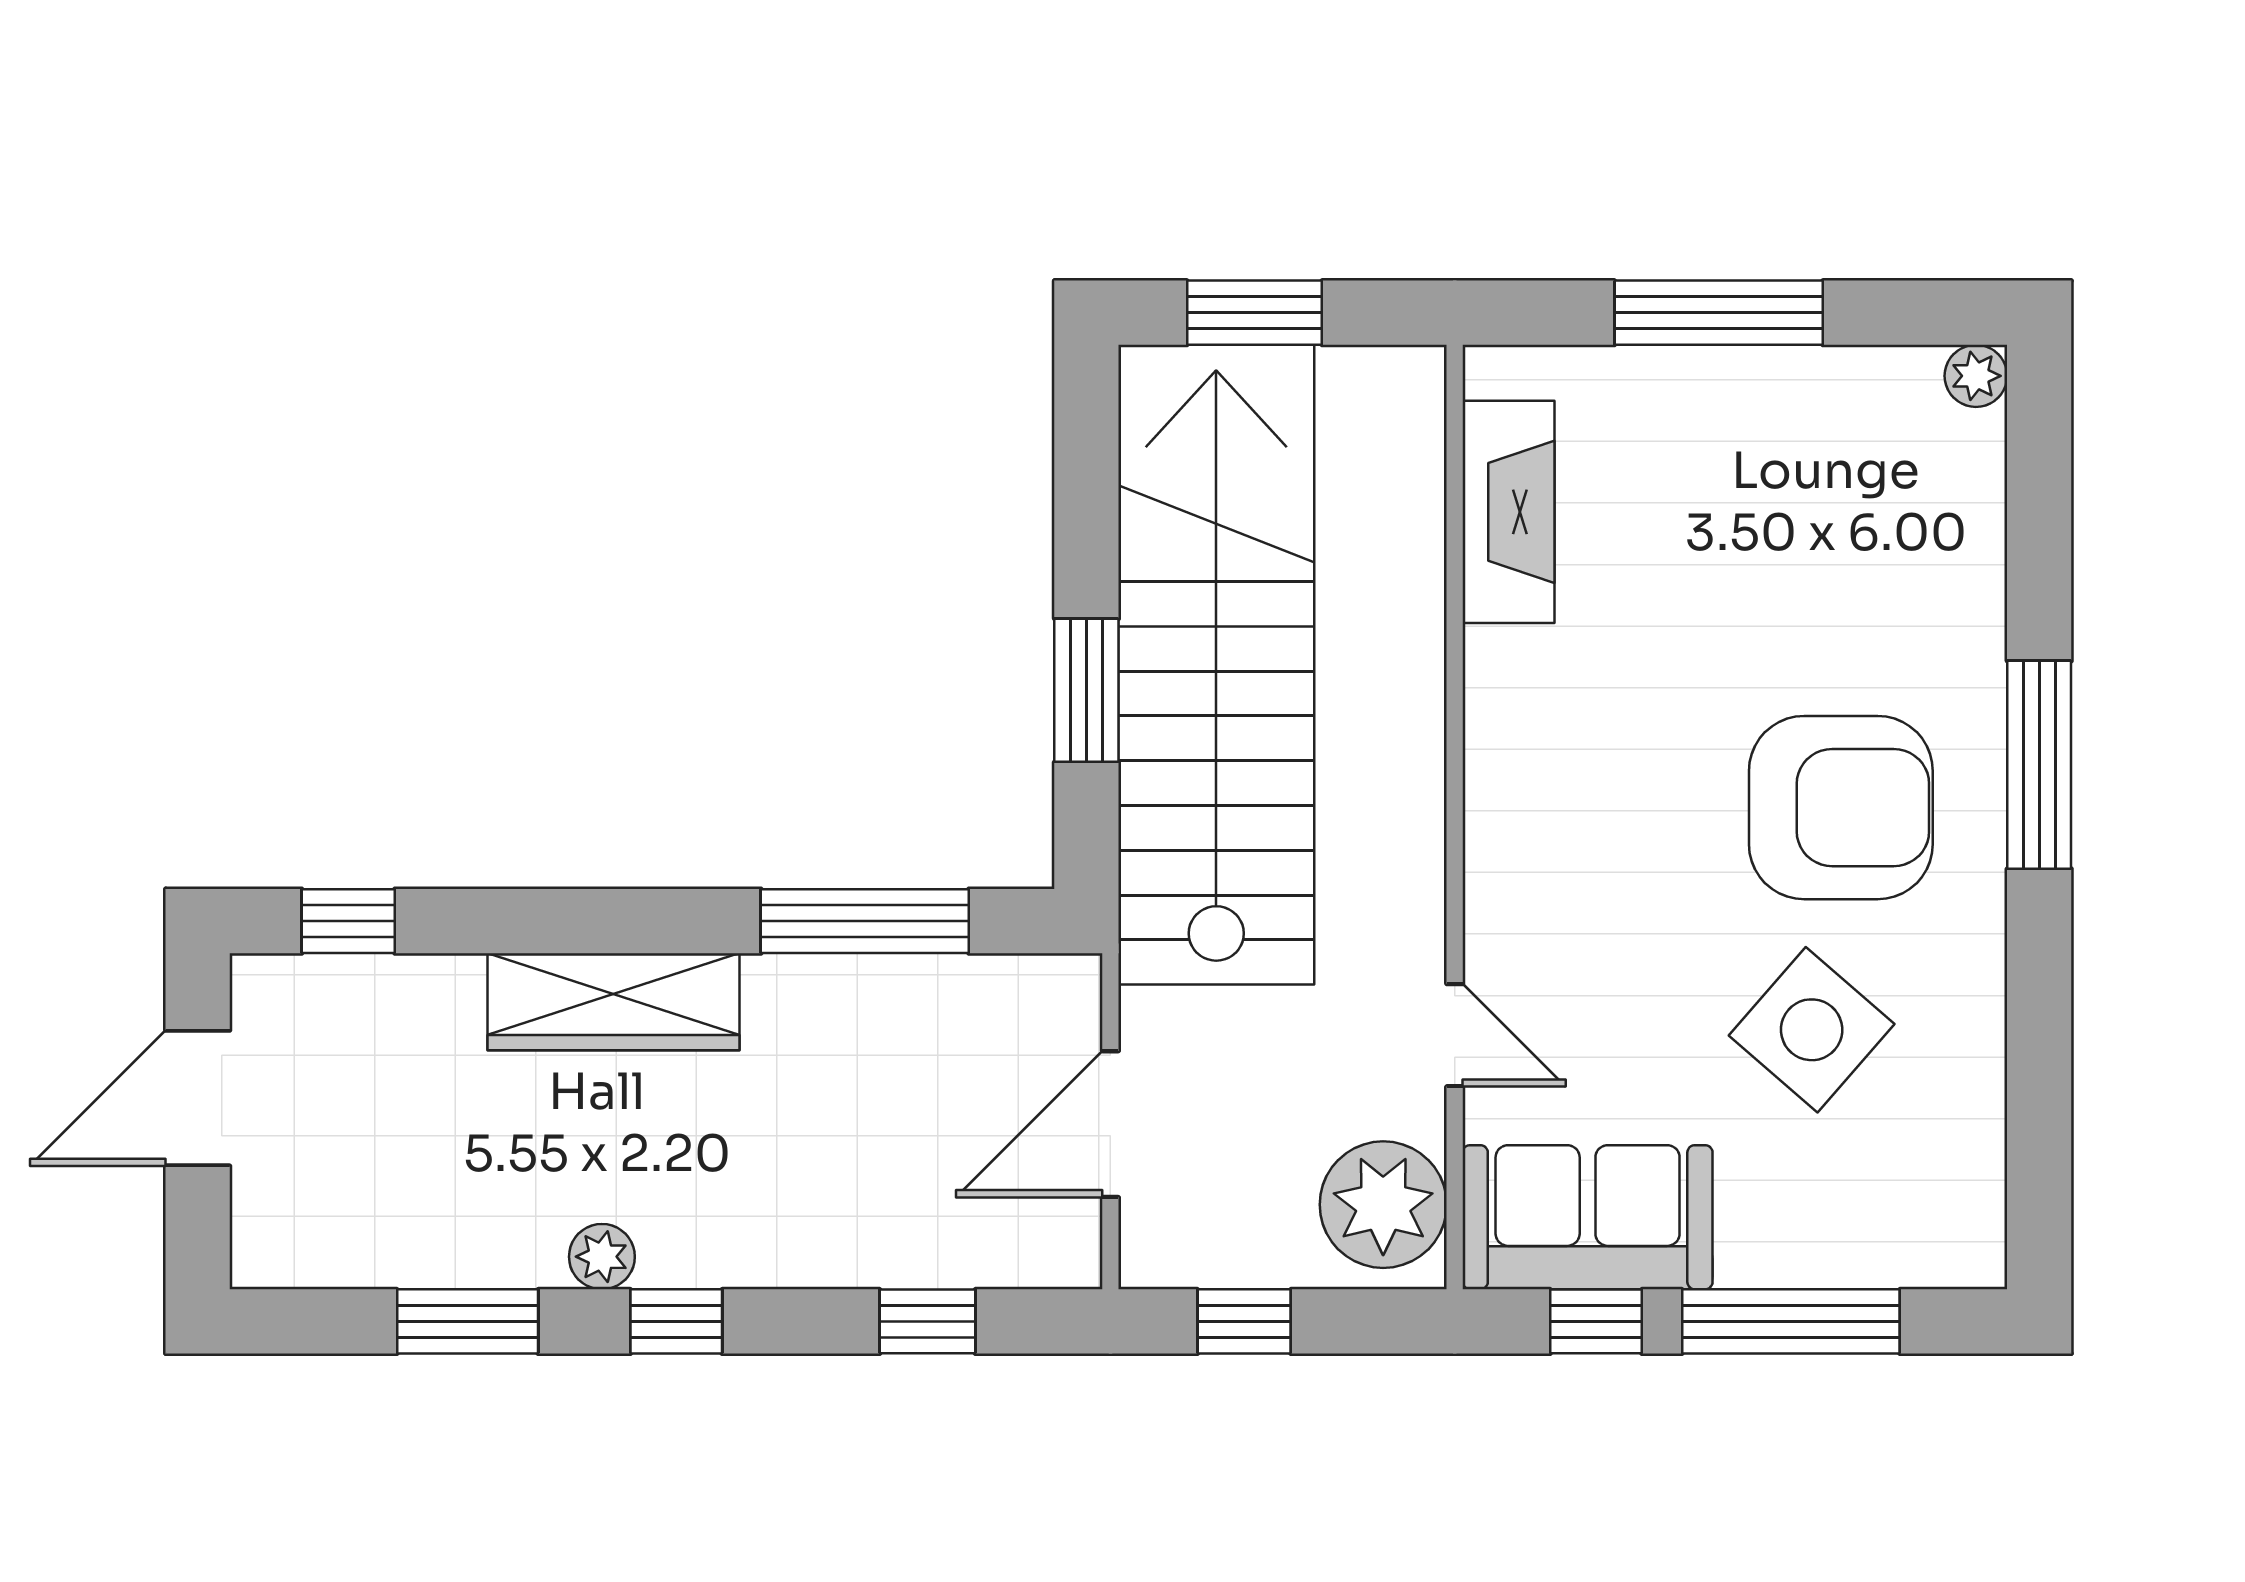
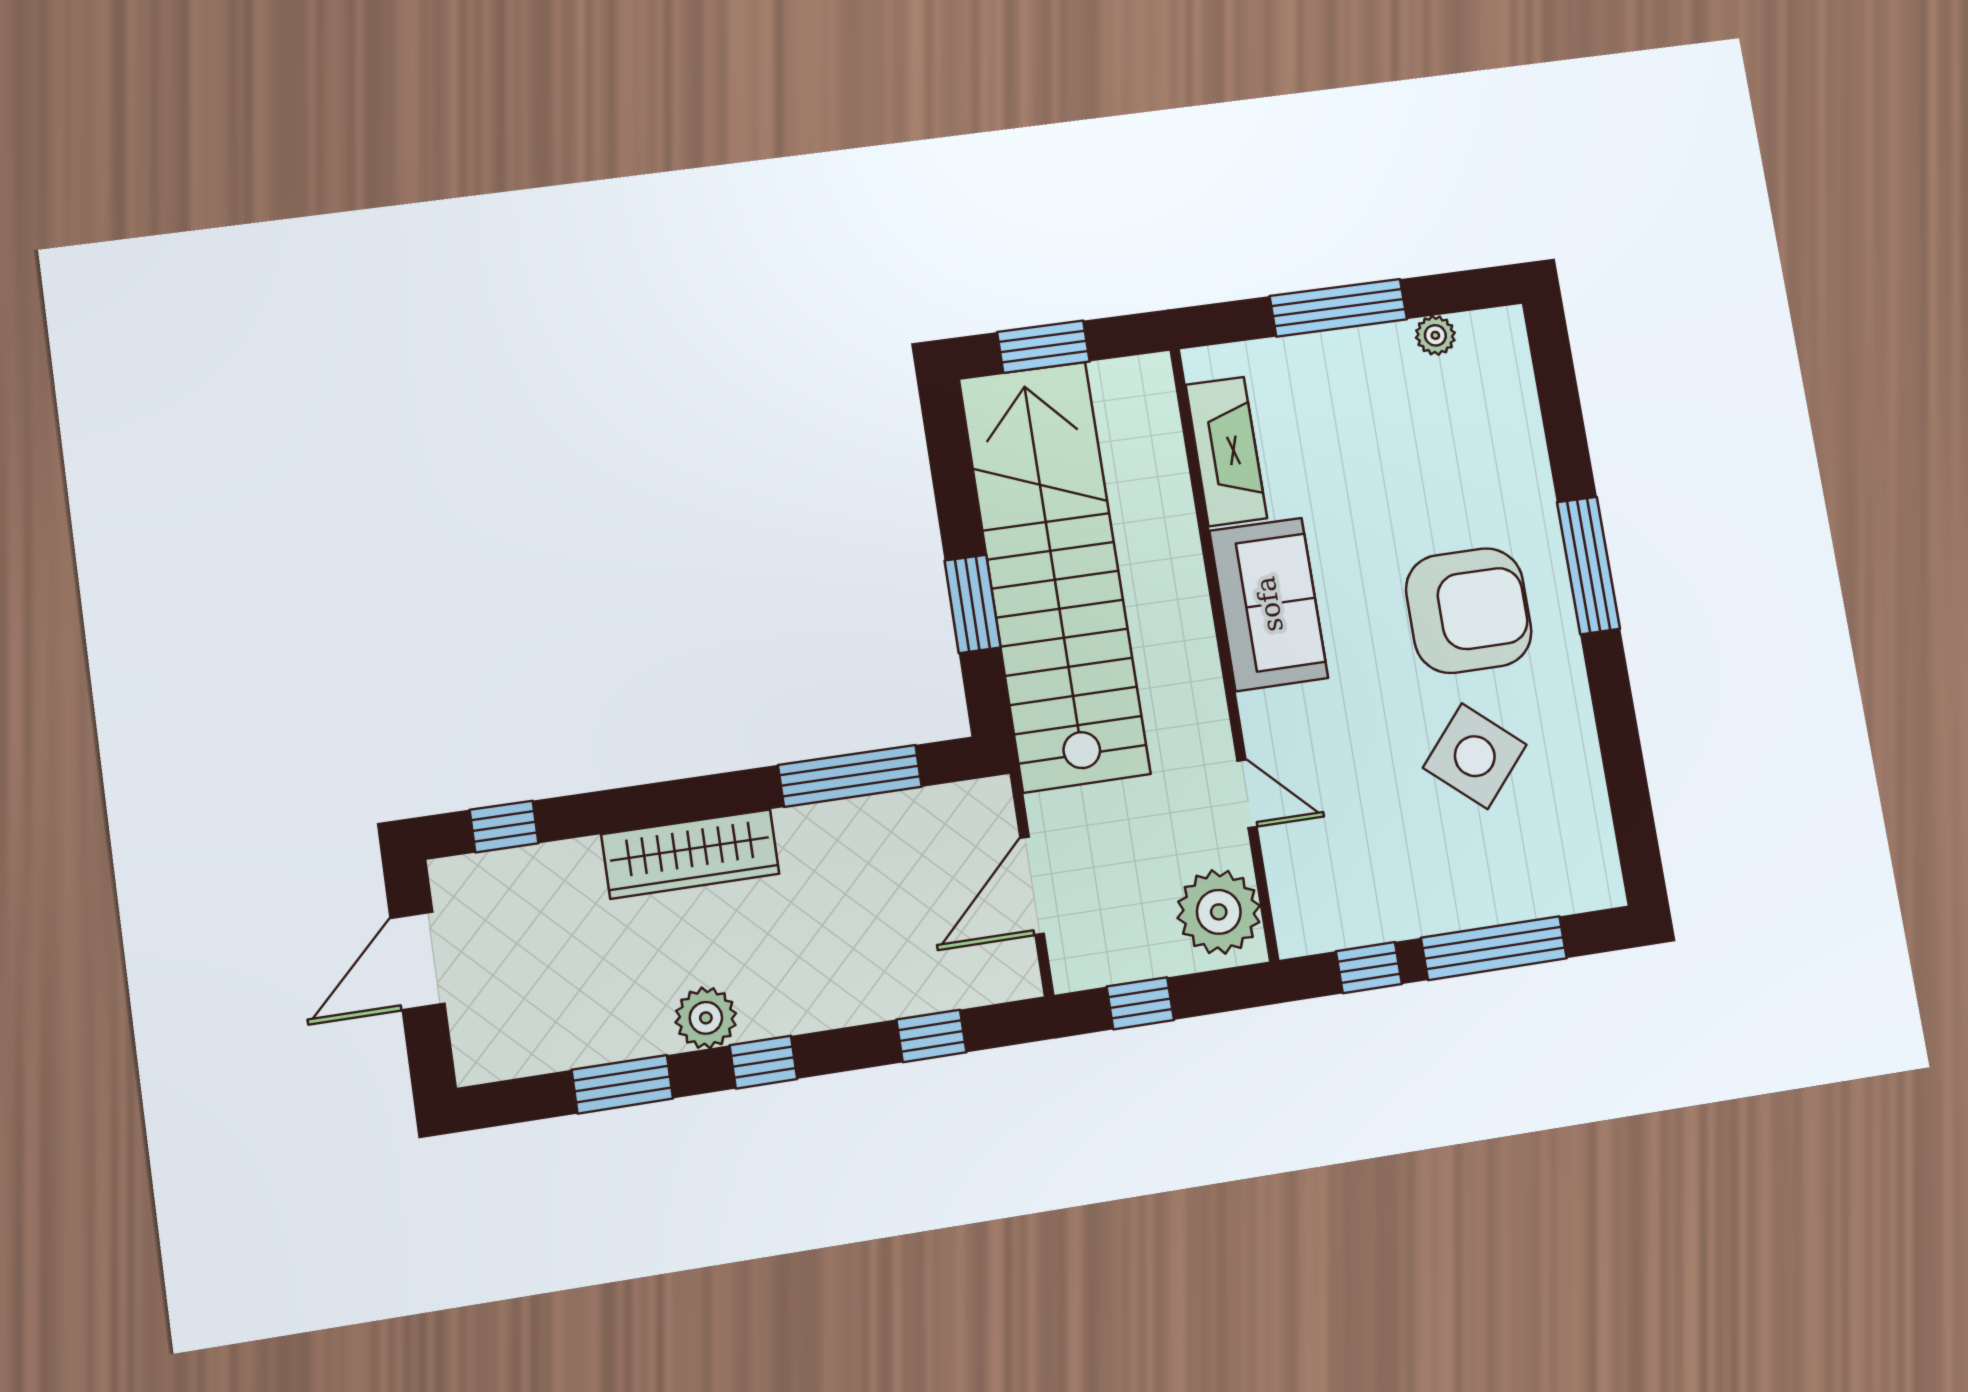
plant: (1976, 376) -> (1435, 335), moved
sofa: (1588, 1217) -> (1269, 604), moved, turned 90
plant: (602, 1257) -> (706, 1018), width x1.38, depth x1.38

